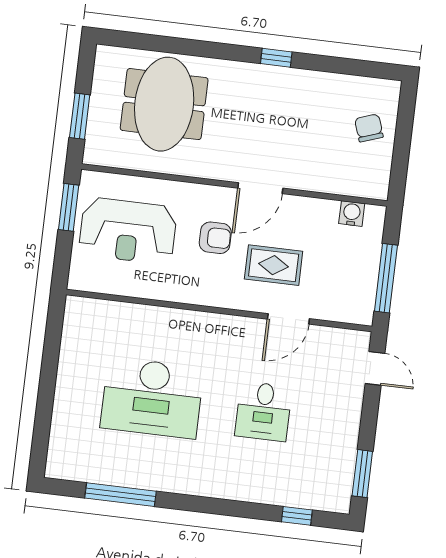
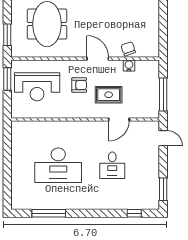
chair: (369, 128) -> (128, 49), moved
door: (260, 188) -> (98, 59), swing flipped
water cooler: (352, 214) -> (129, 66), moved

